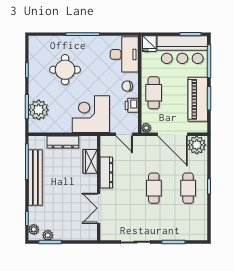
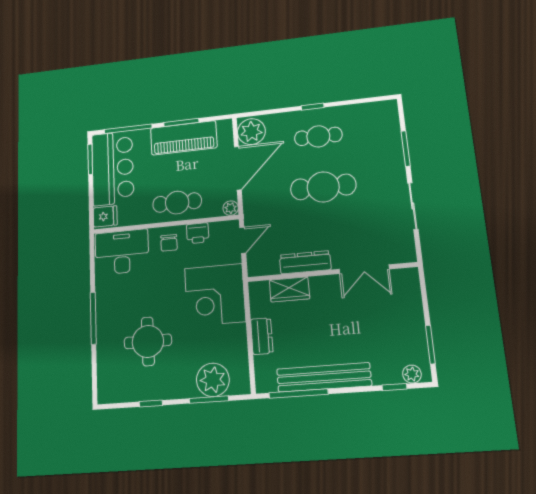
dresser: (63, 142) -> (262, 336), width x0.70
cafe table: (154, 188) -> (323, 187), width x1.37, depth x1.35
plant: (48, 235) -> (419, 349), removed

